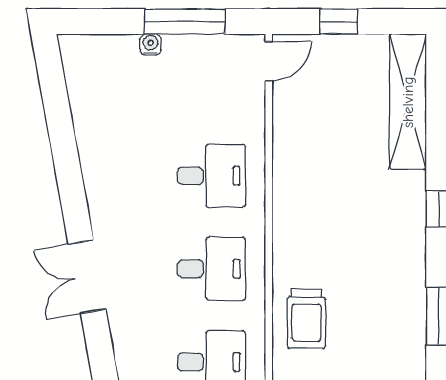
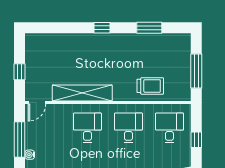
door: (269, 61) -> (37, 103), swing flipped
shelving: (408, 102) -> (82, 93), moved

